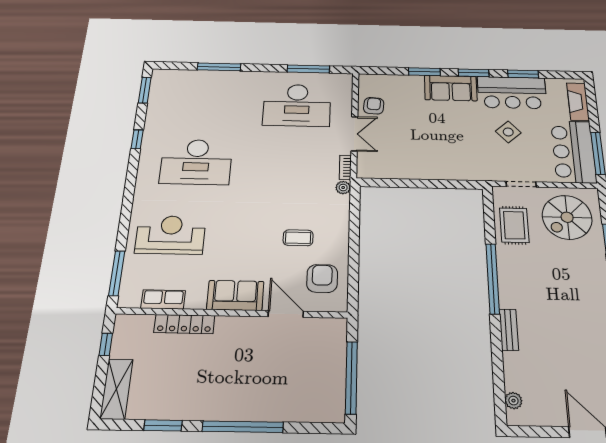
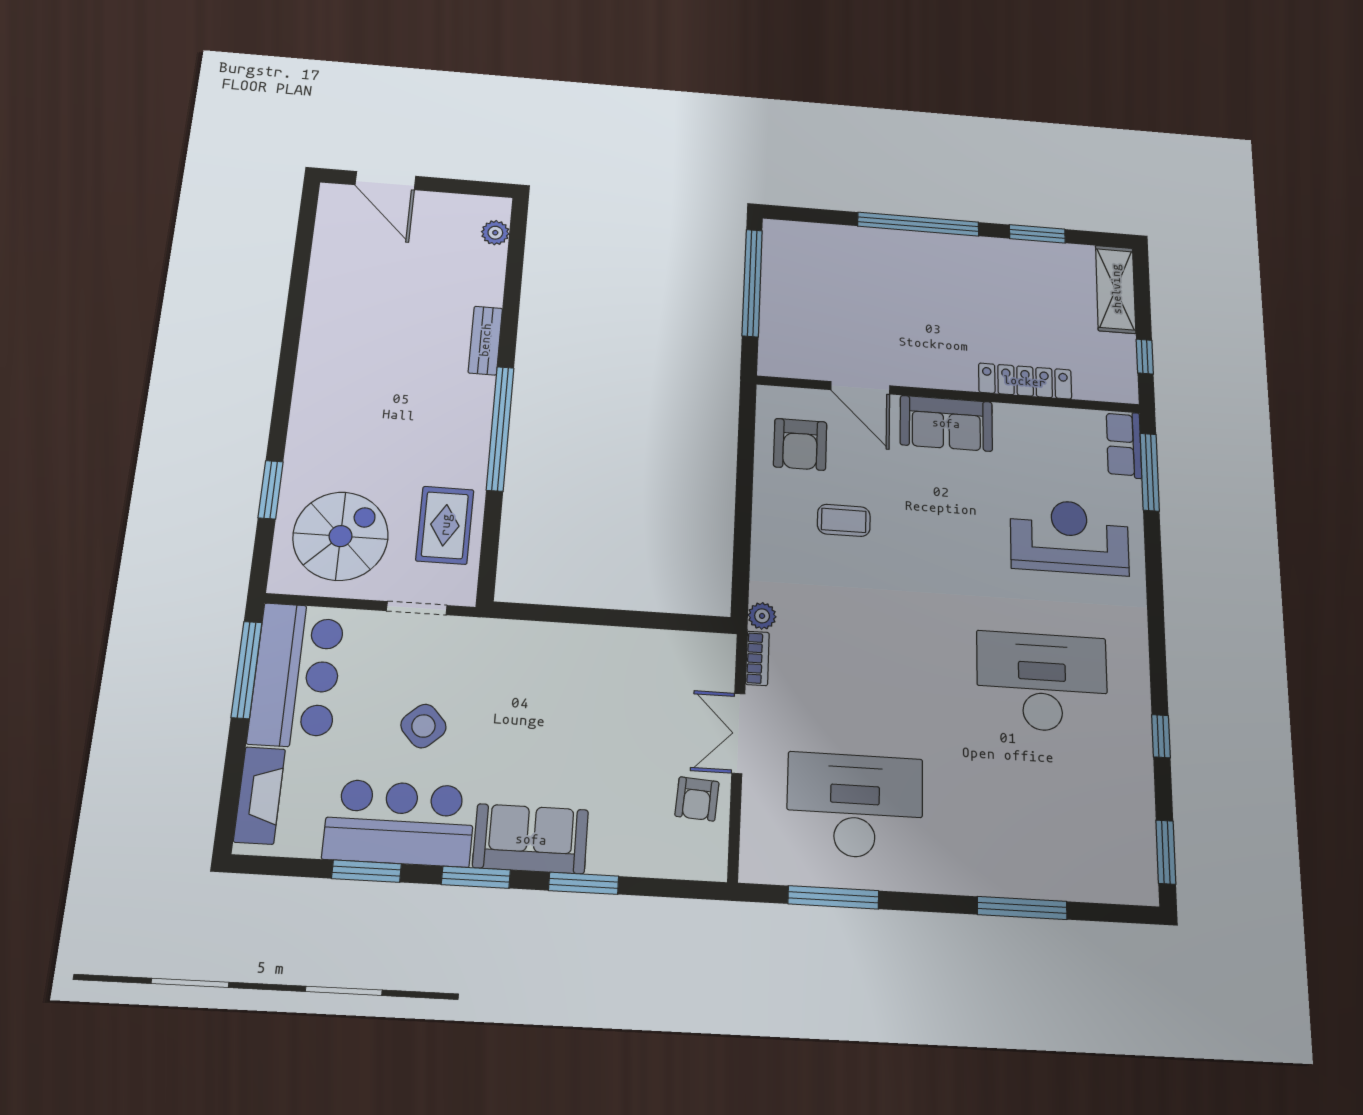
reception desk: (170, 235) -> (1069, 537), turned 180
row of seats: (163, 299) -> (1124, 445), moved, turned 90

